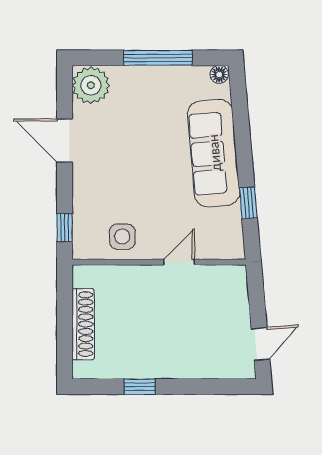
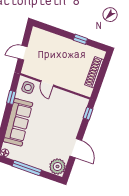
side table: (122, 237) -> (28, 88), moved
door: (179, 262) -> (47, 83), hinge flipped
door: (261, 344) -> (23, 53), moved

